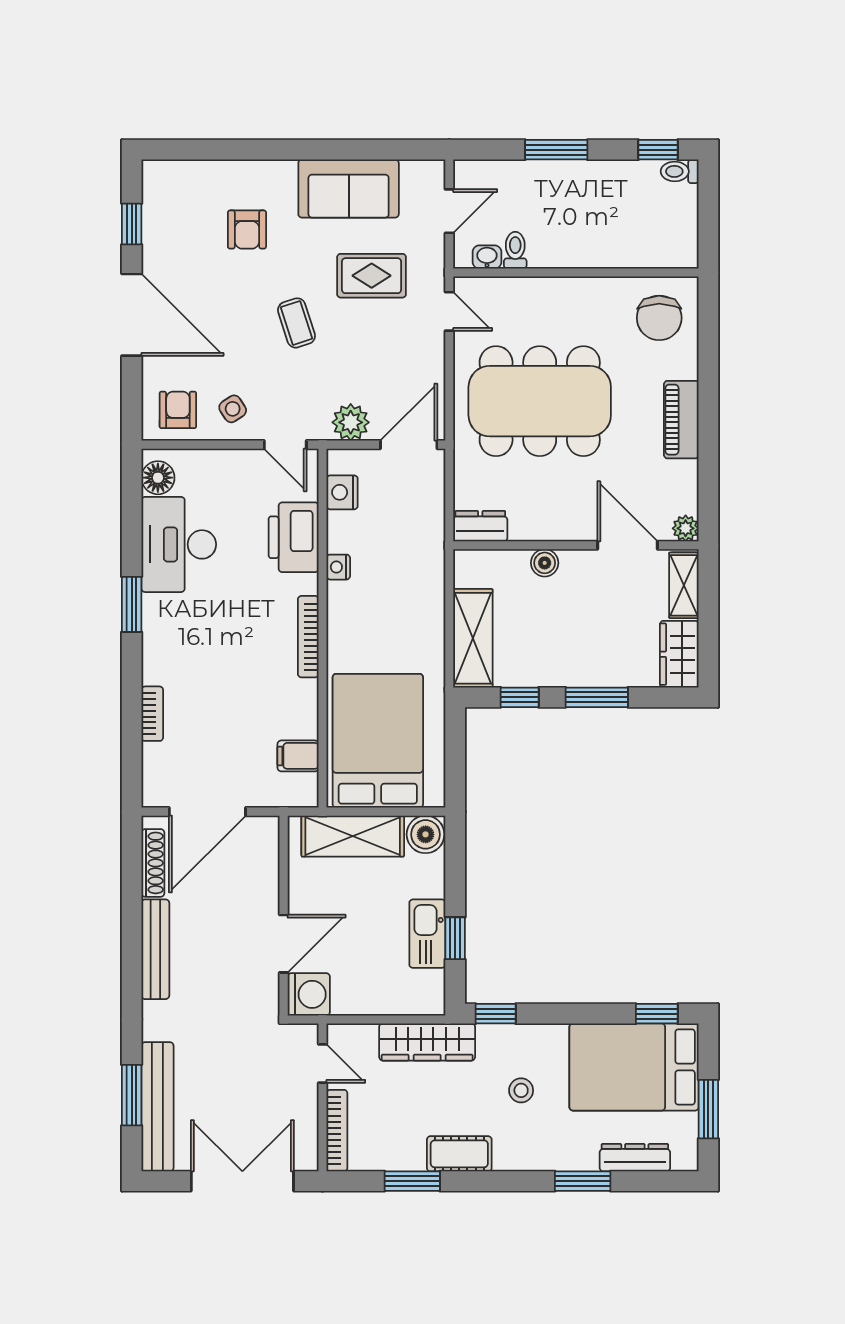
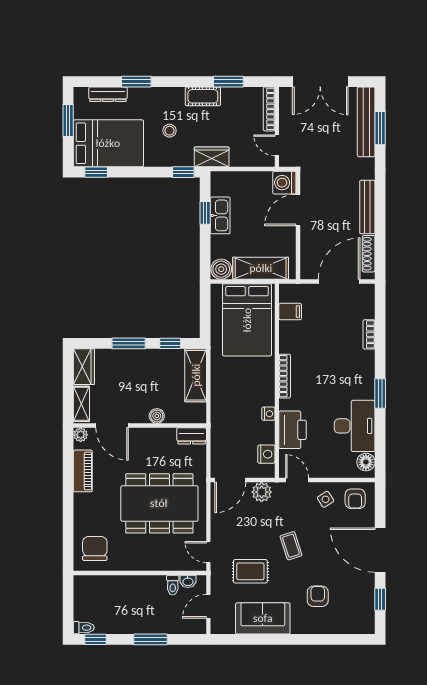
piano: (681, 420) -> (83, 471), moved
wardrobe: (427, 1042) -> (212, 157), width x0.67

